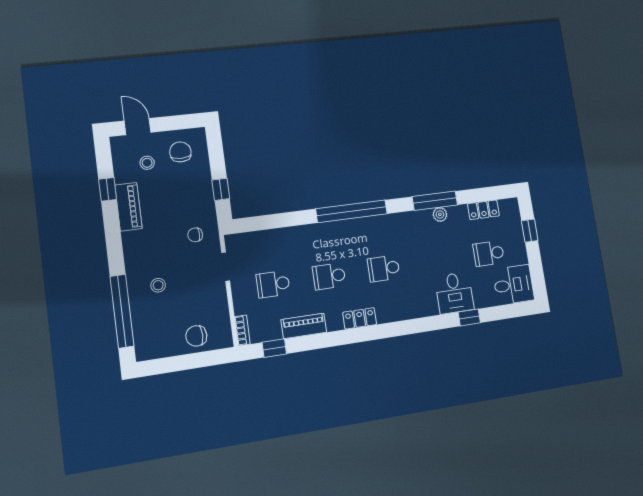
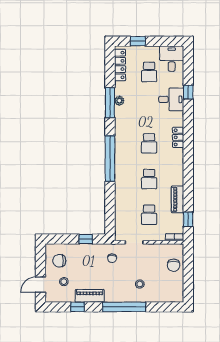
locker: (483, 210) -> (120, 65), width x1.53
window: (122, 311) -> (124, 307), moved
locker: (360, 318) -> (178, 137), moved

